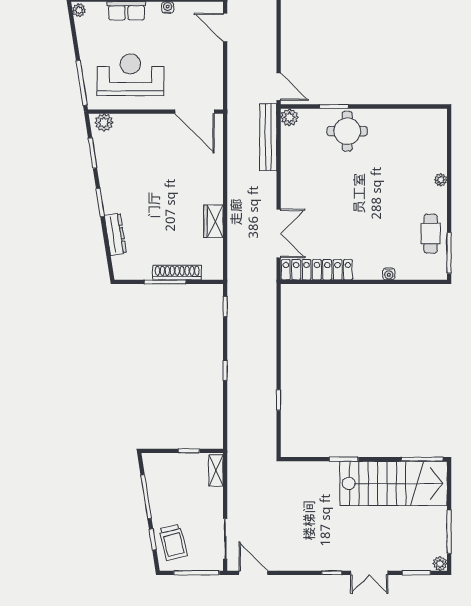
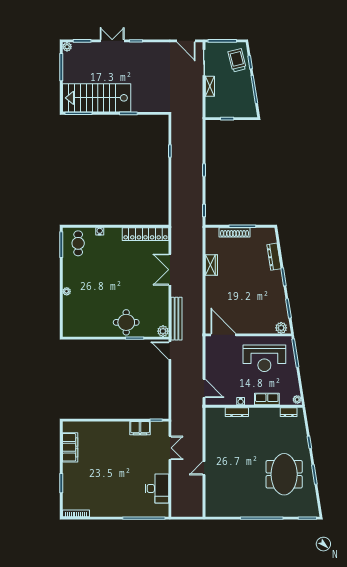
double door: (279, 233) -> (170, 270), moved
cafe table: (431, 234) -> (78, 243), moved
shelving: (216, 470) -> (210, 86), moved

